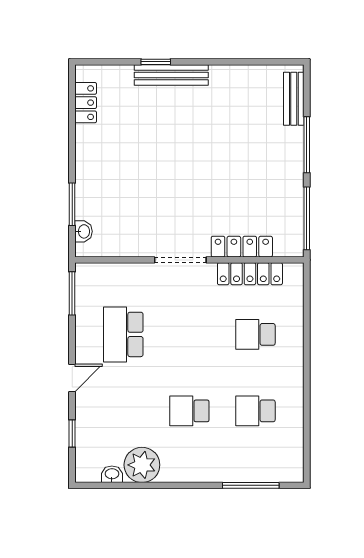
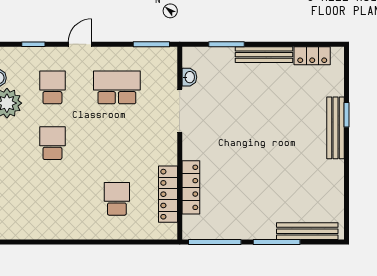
bench: (294, 99) -> (307, 231), width x1.36
bench: (84, 160) -> (264, 55), added
washbasin: (83, 231) -> (189, 77), moved, turned -90
doorway: (180, 260) -> (180, 111), moved
door: (72, 378) -> (80, 44), swing flipped
school desk: (255, 411) -> (52, 87), moved

